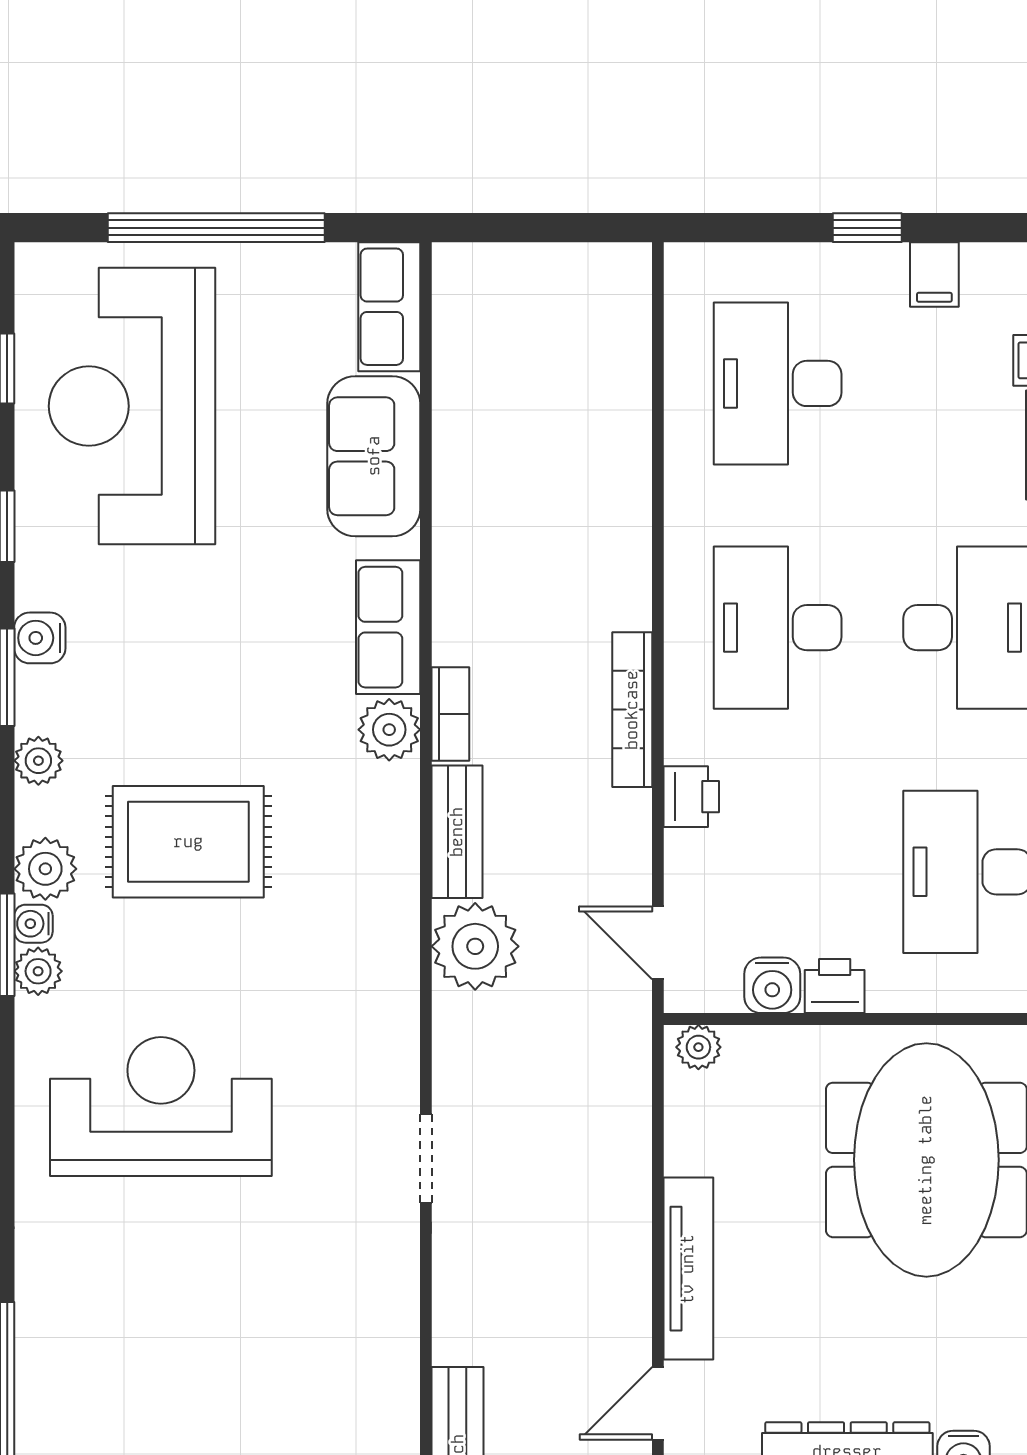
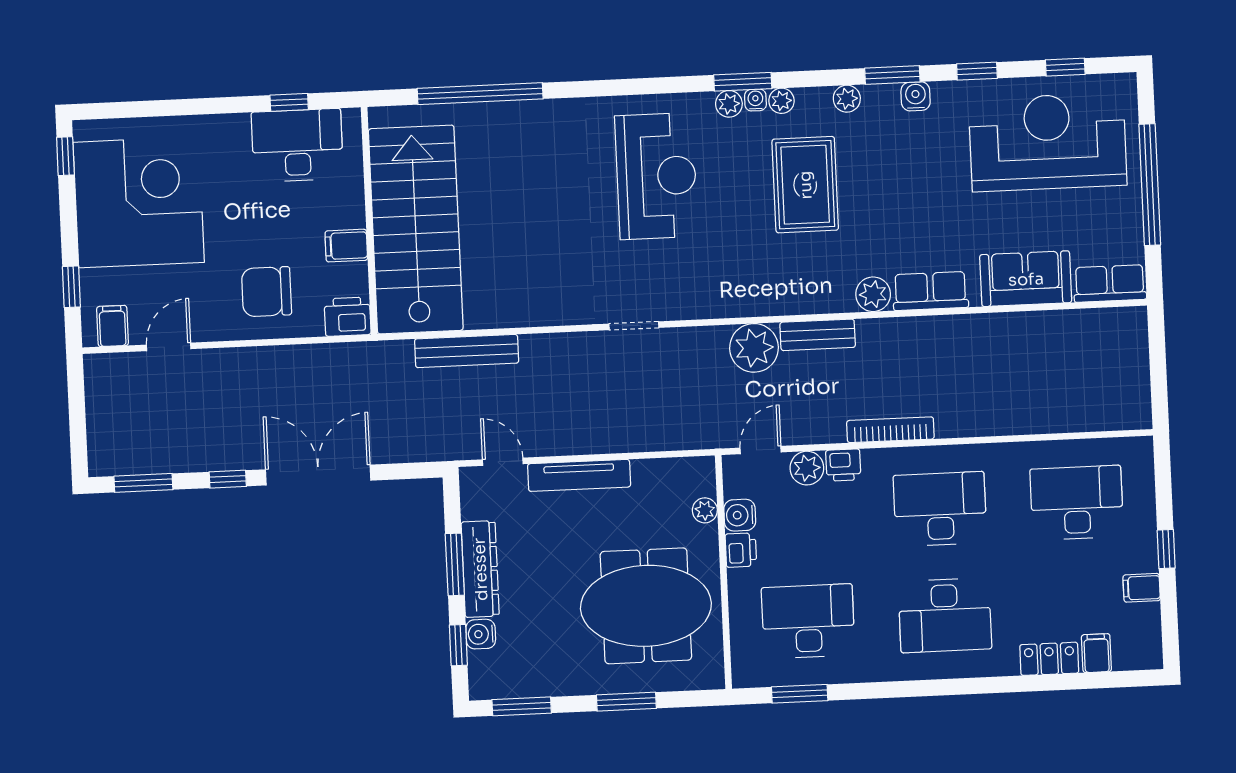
bookcase: (450, 714) -> (883, 328), removed
plant: (694, 862) -> (807, 468), added
plant: (45, 869) -> (781, 101), width x0.73, depth x0.73
plant: (698, 1047) -> (705, 510), moved

